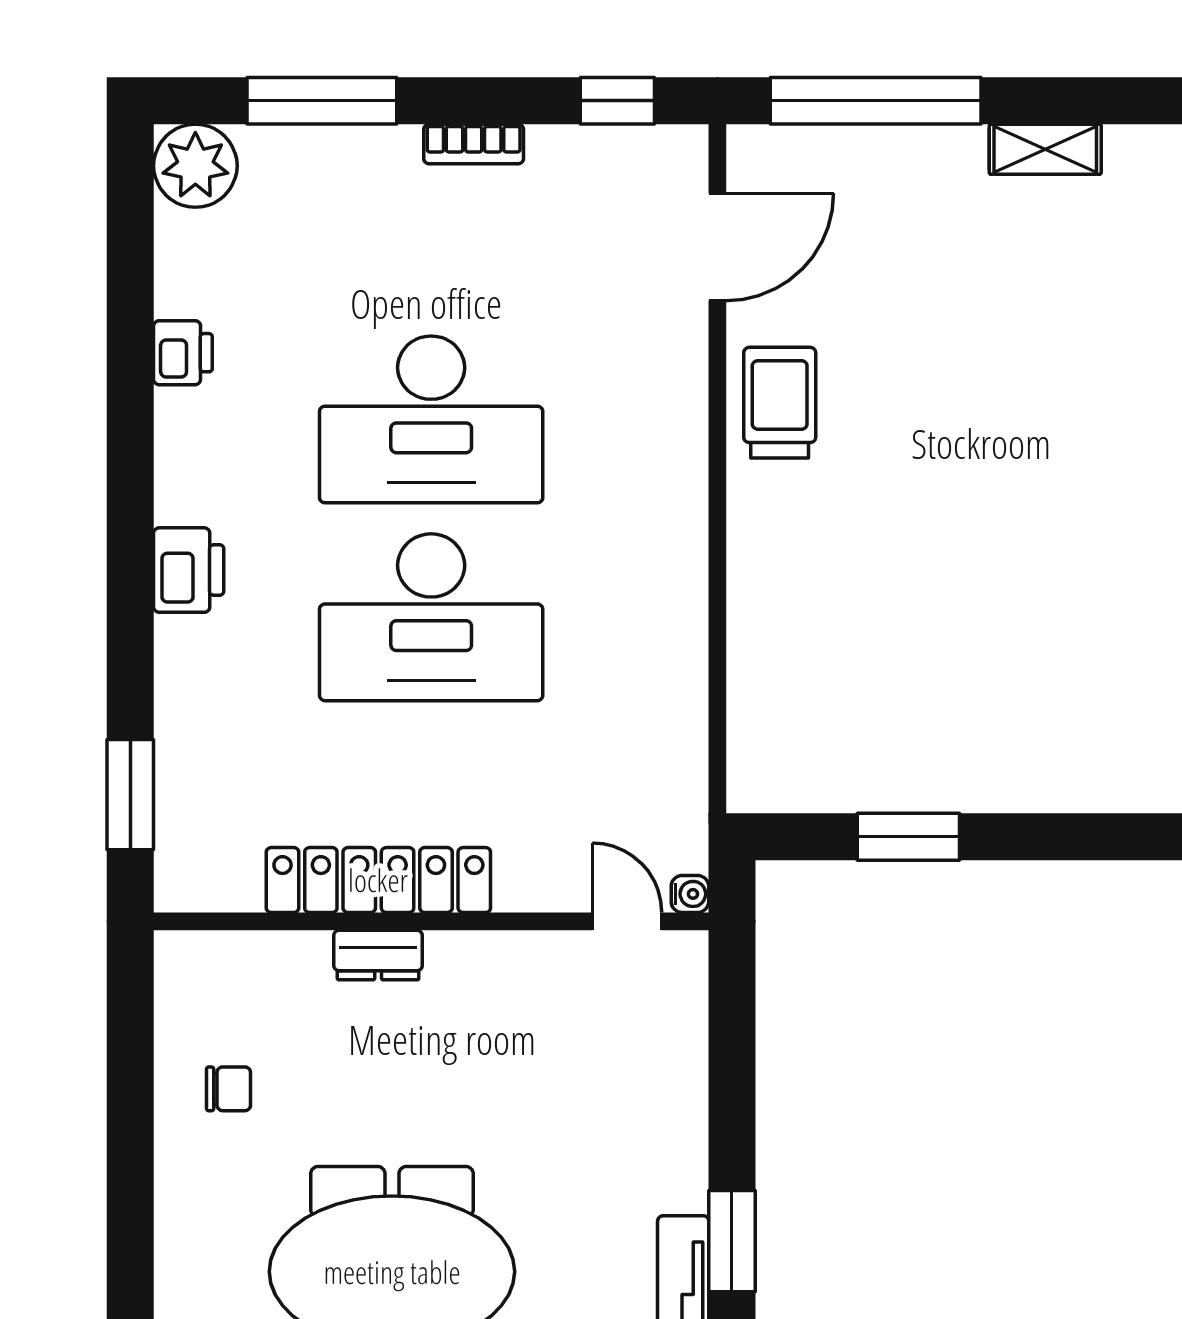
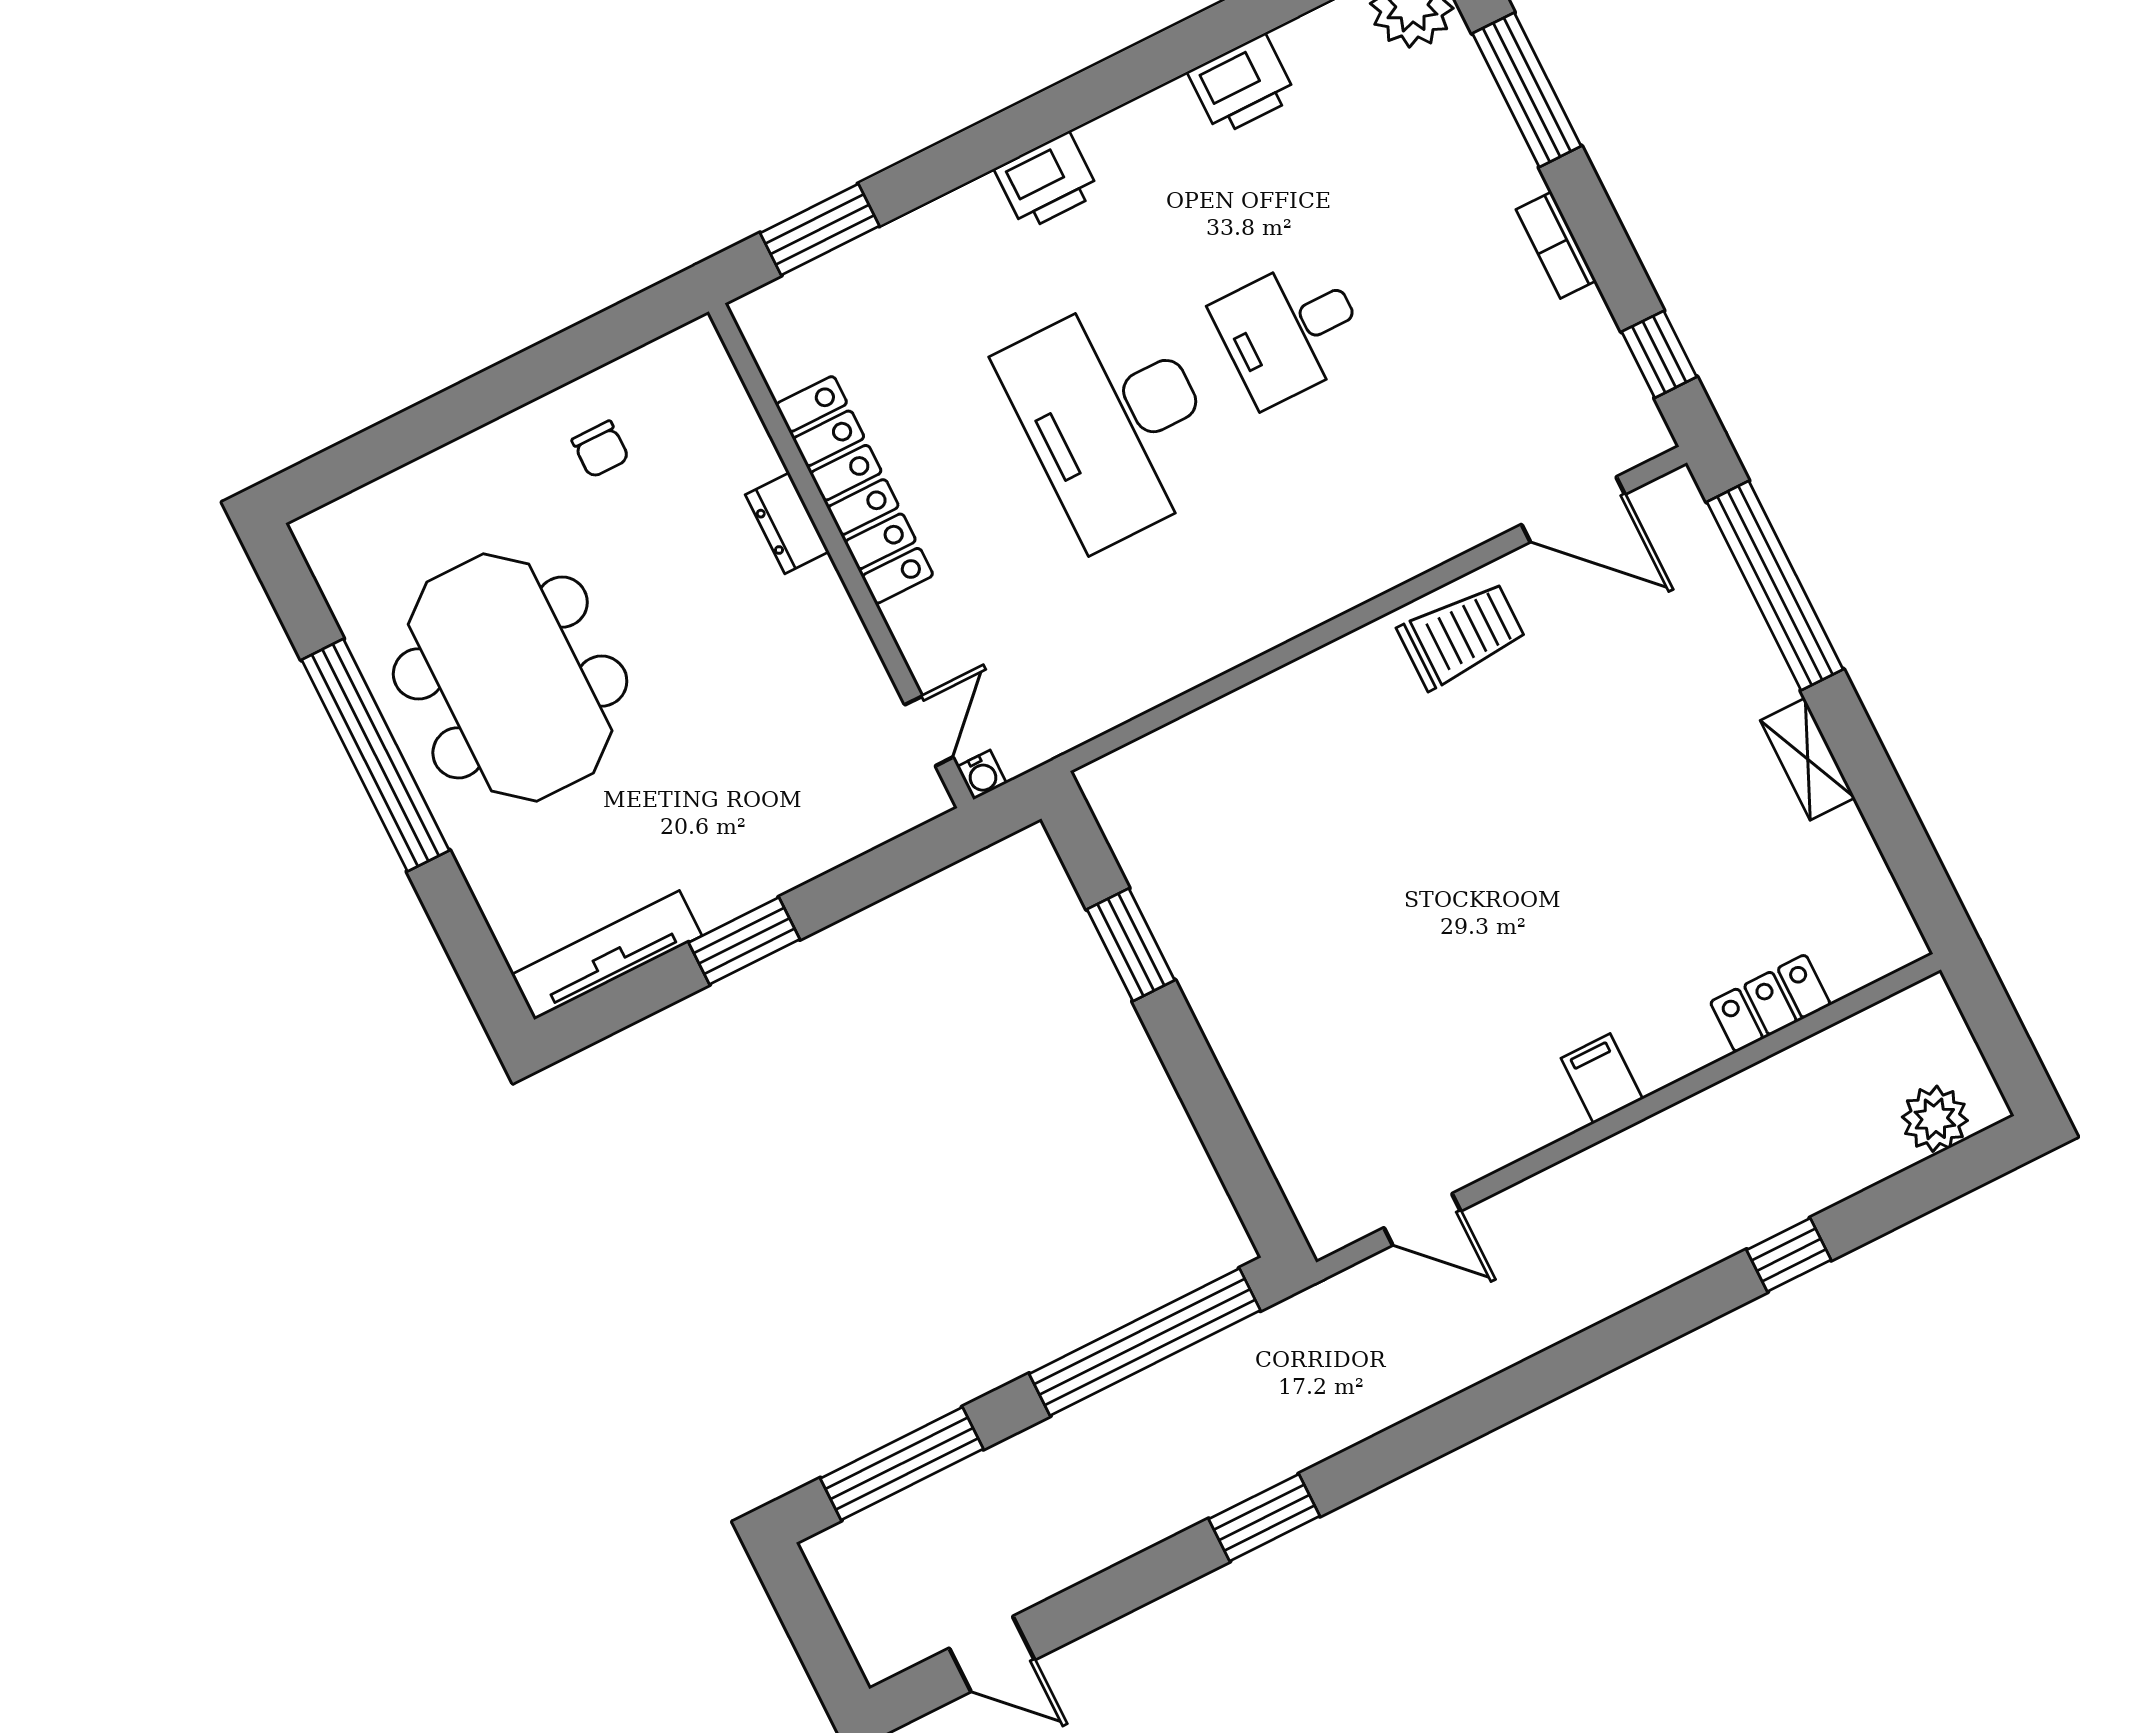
printer: (183, 353) -> (1242, 85), width x1.36, depth x1.24
desk: (431, 419) -> (1290, 331), width x0.53, depth x0.77
window: (732, 1241) -> (744, 941), moved

